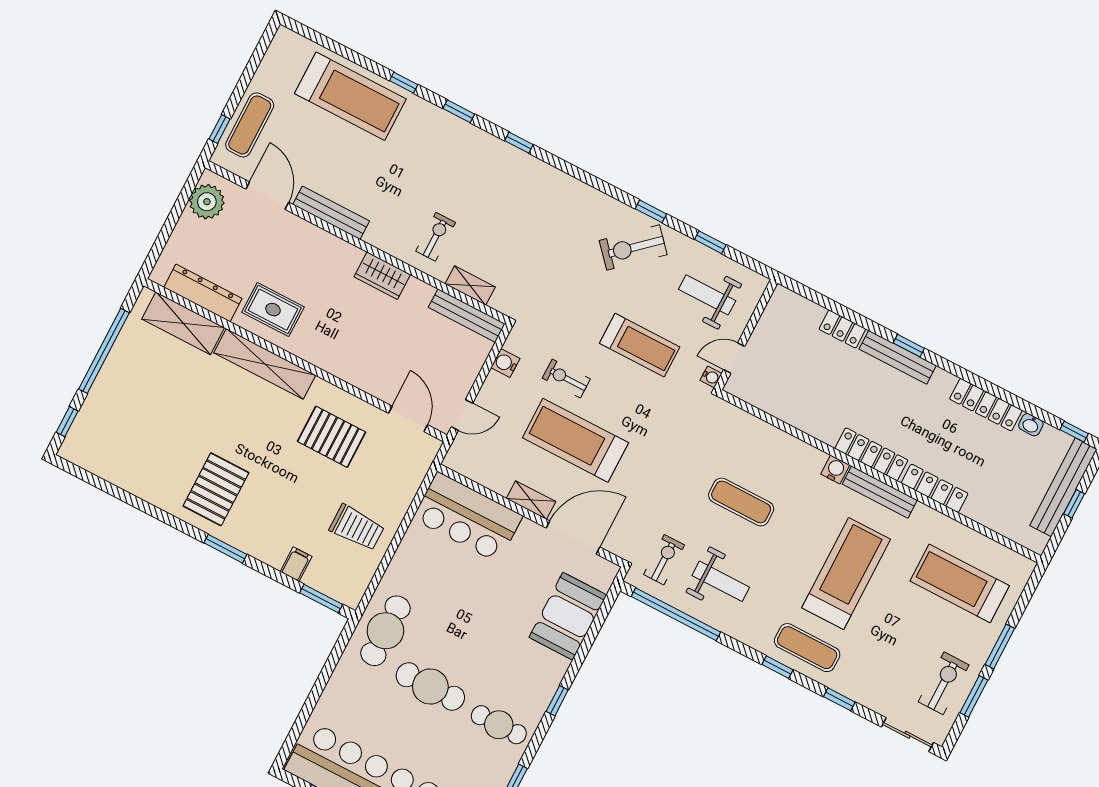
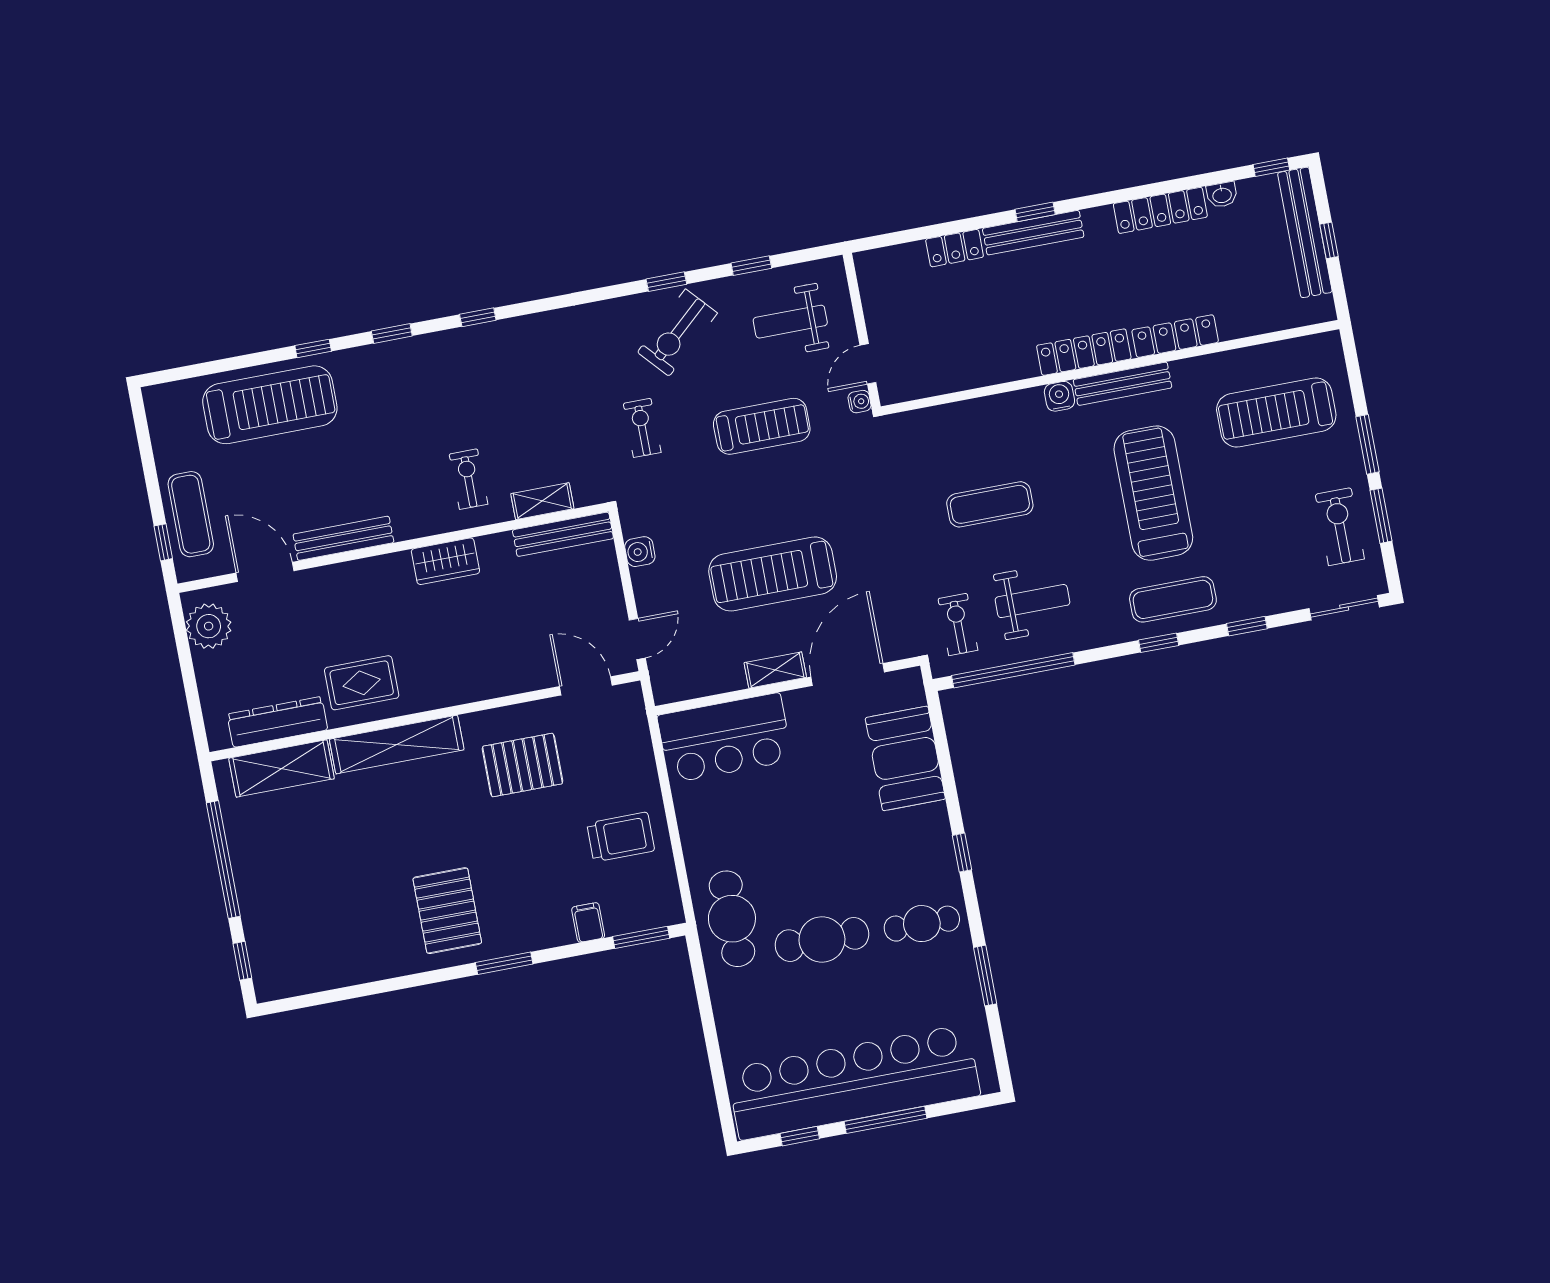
exercise bike: (566, 379) -> (642, 428), moved, turned 90

